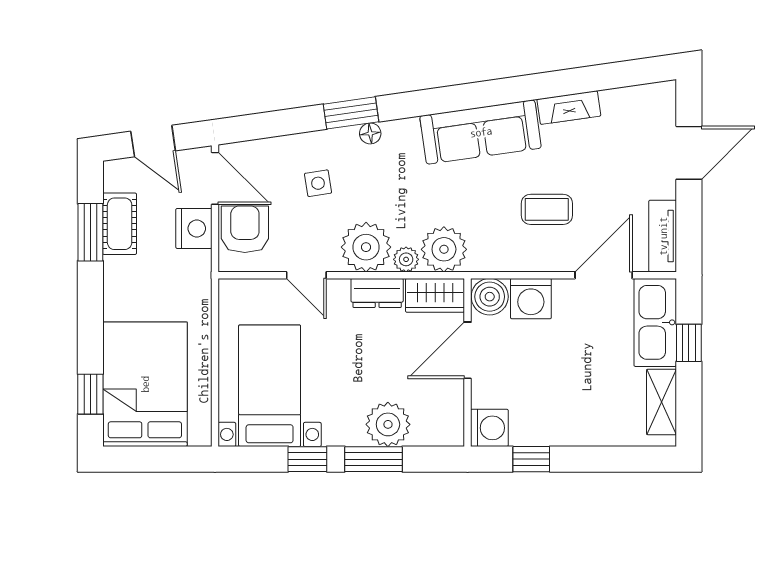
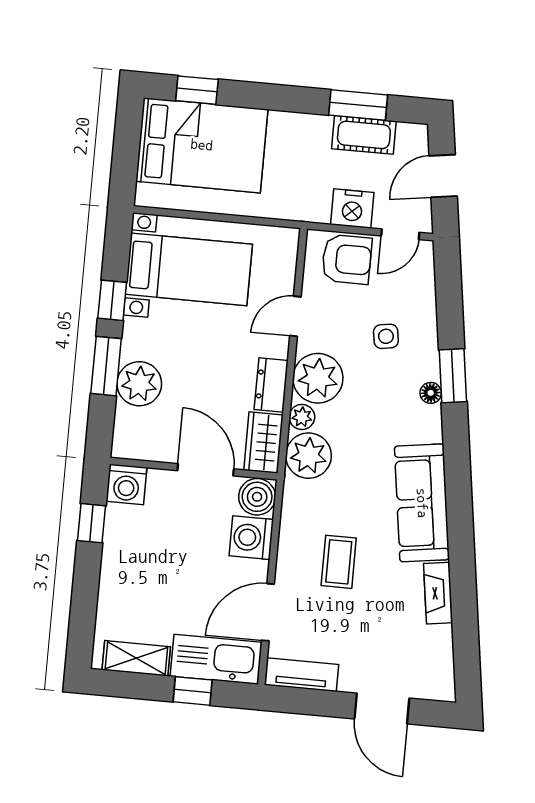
door: (215, 178) -> (400, 234), width x0.73
door: (604, 275) -> (268, 612), swing flipped

